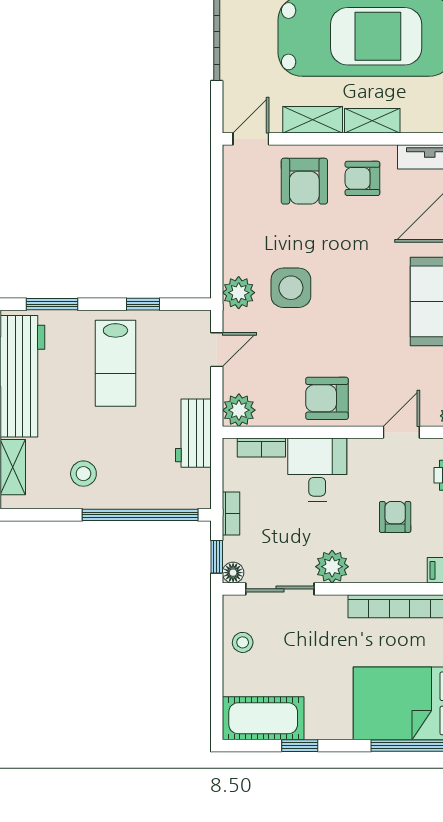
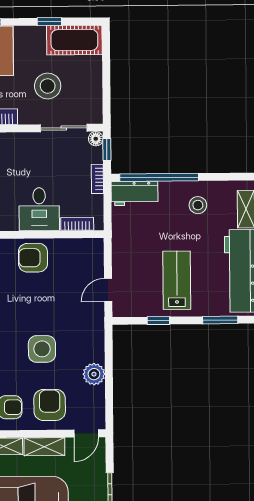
side table: (291, 288) -> (42, 349), moved
plant: (239, 293) -> (94, 374), moved
armchair: (327, 398) -> (33, 258), turned 180
plant: (239, 410) -> (93, 249), removed
workbench: (193, 433) -> (134, 194), moved, turned 90
plant: (332, 567) -> (28, 143), removed
stool: (243, 642) -> (48, 86), moved, width x1.89, depth x1.89

